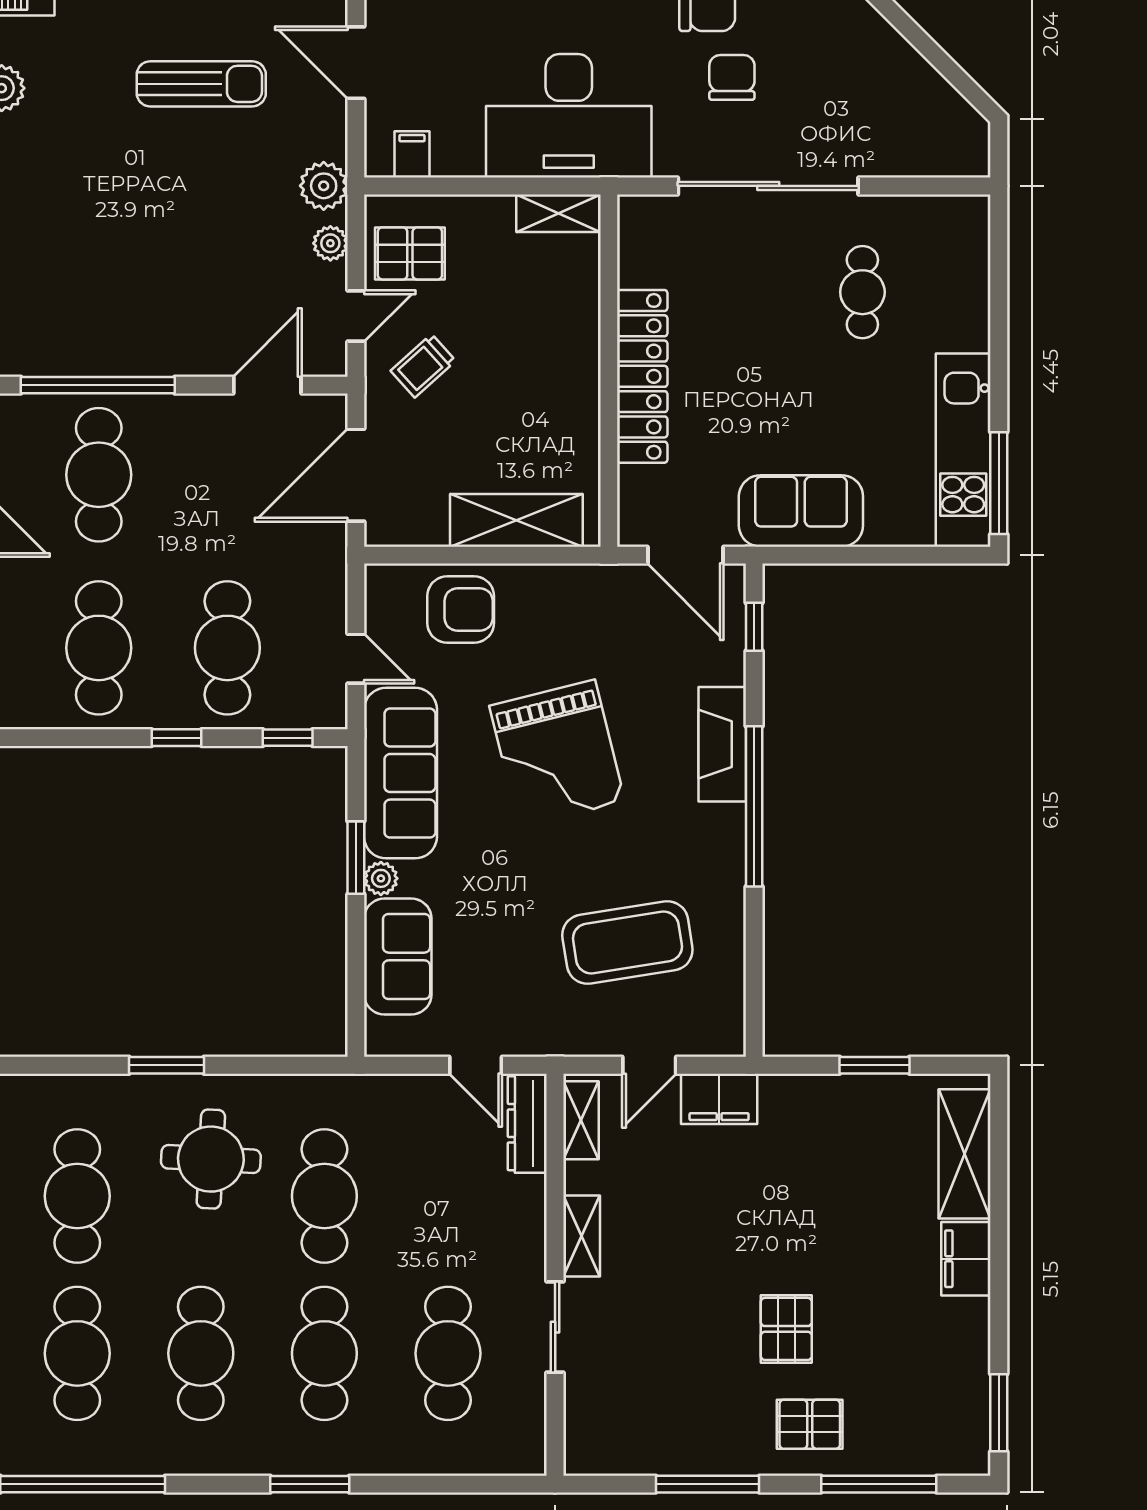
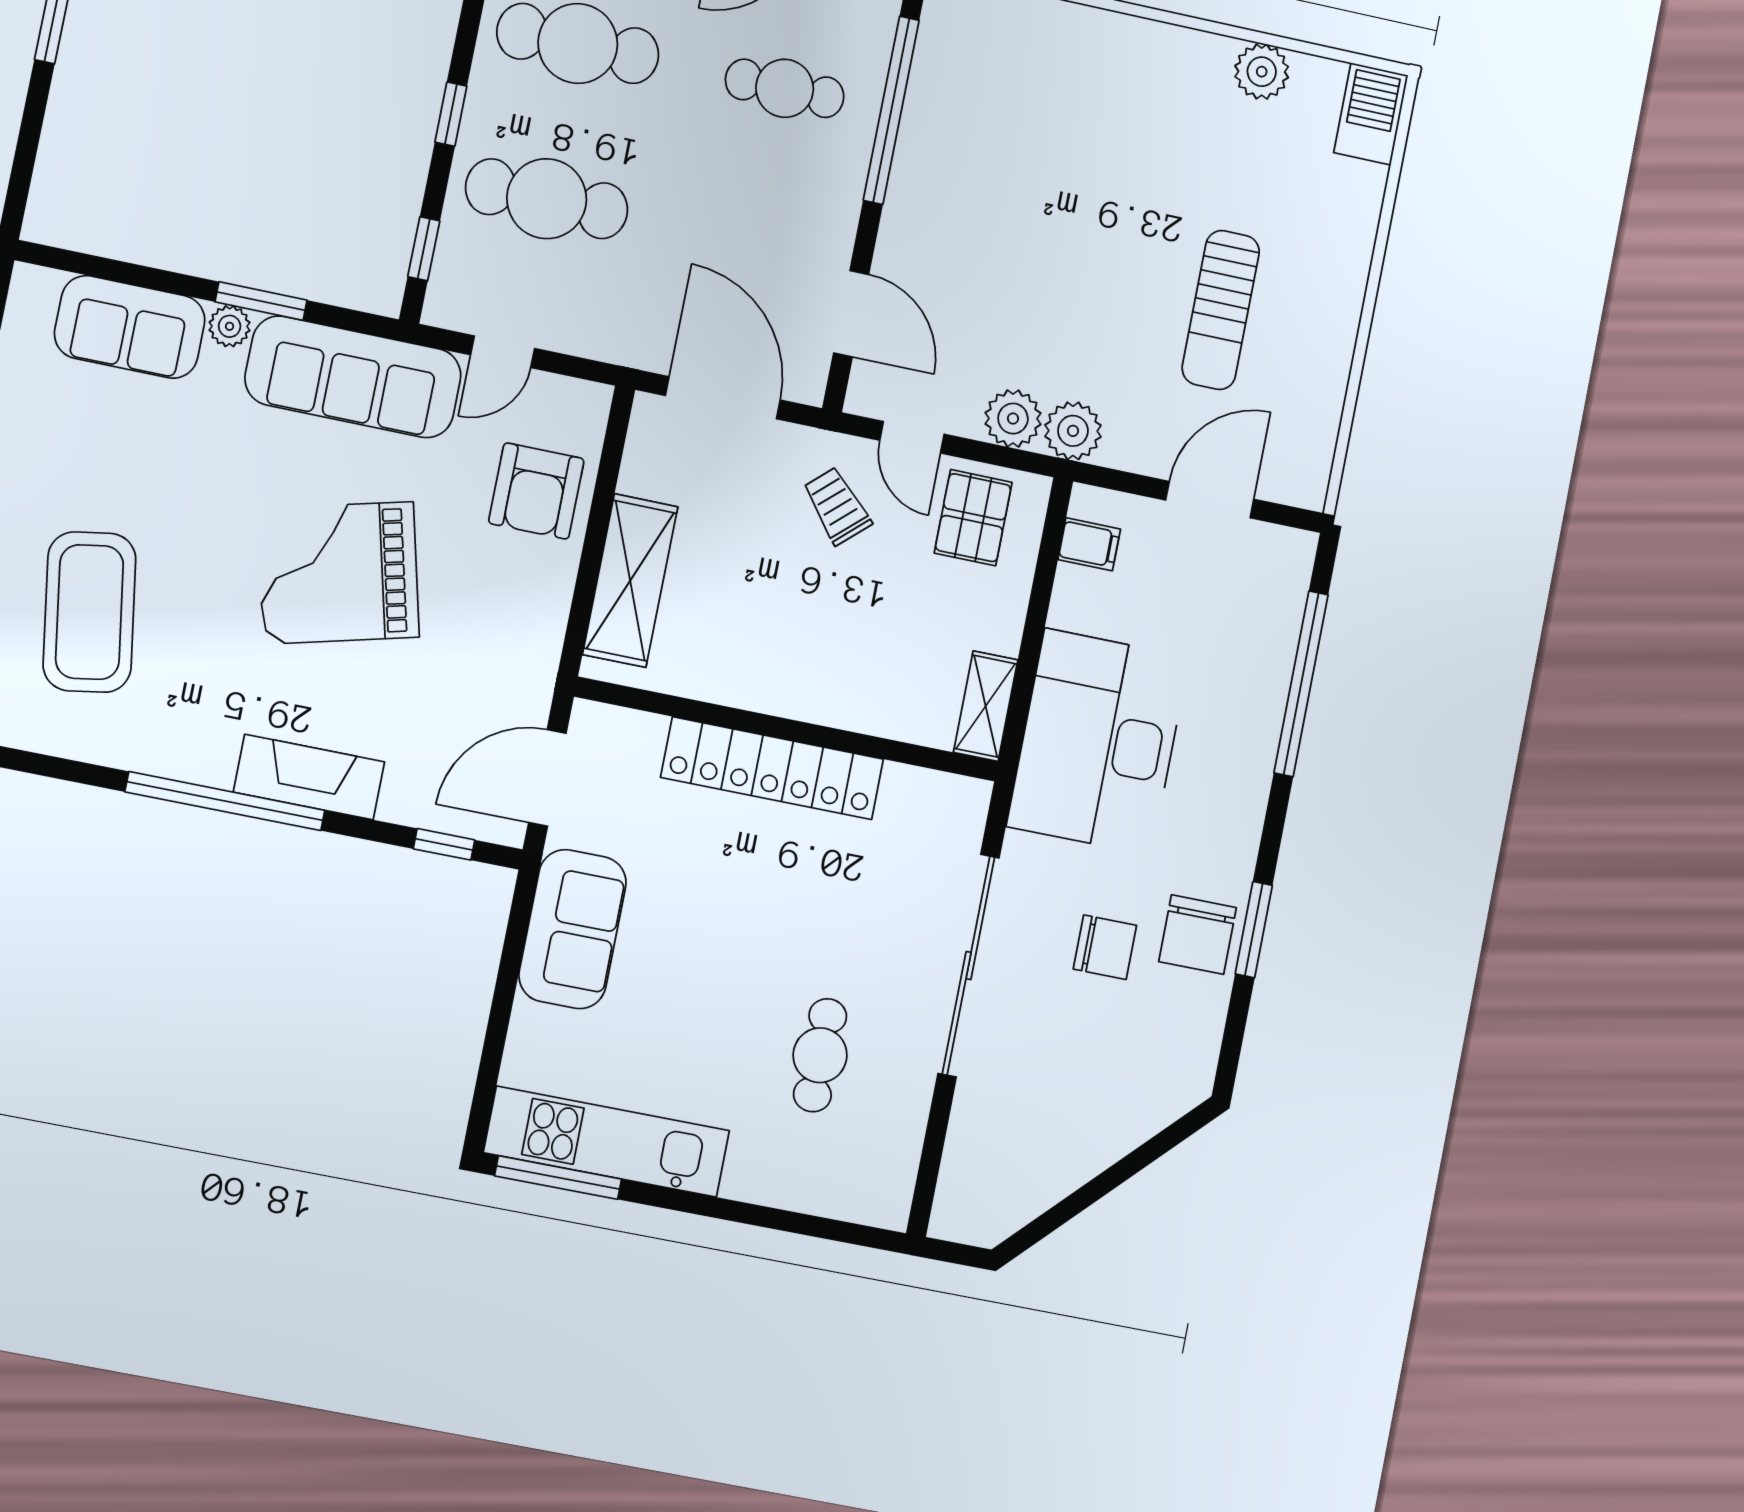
plant: (330, 243) -> (1013, 419), width x1.38, depth x1.38
cafe table: (862, 292) -> (820, 1055), turned 90
cafe table: (99, 475) -> (785, 88), width x0.73, depth x0.74

